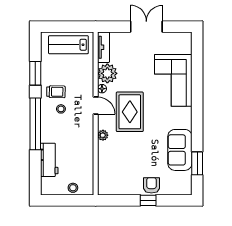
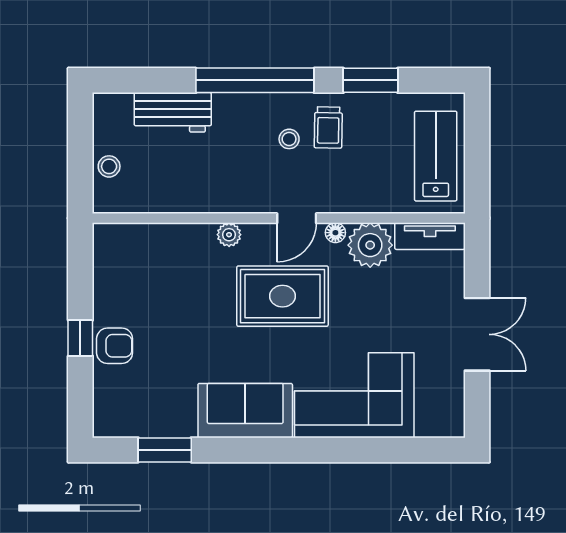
sofa: (180, 150) -> (245, 411), moved

